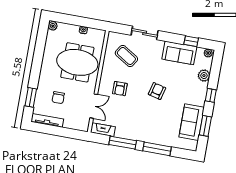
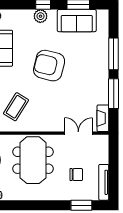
plant: (204, 76) -> (40, 16), moved
armchair: (120, 89) -> (54, 107), removed
armchair: (157, 91) -> (49, 66), width x1.88, depth x1.88

